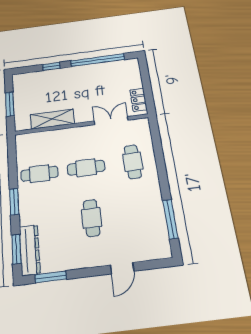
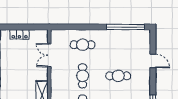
locker: (138, 100) -> (19, 34), moved
window: (170, 219) -> (125, 27), width x1.46

